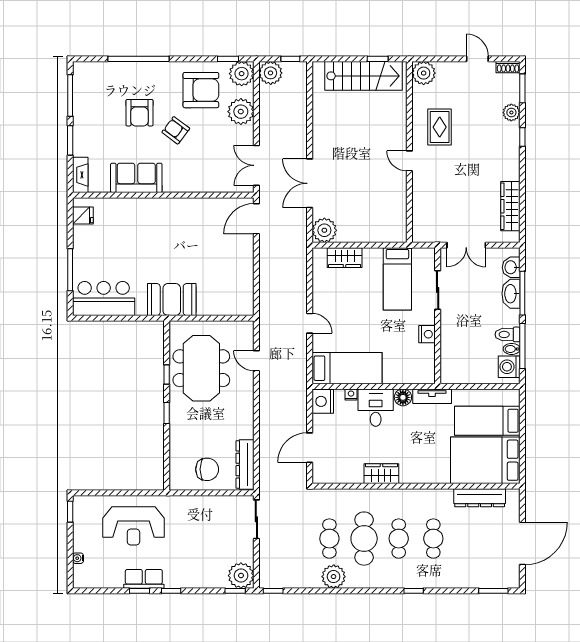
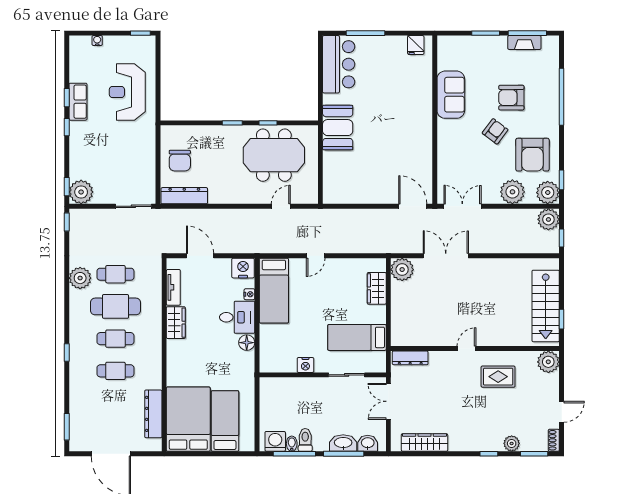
fireplace: (80, 175) -> (524, 43), moved
dresser: (419, 222) -> (410, 358), added
tv unit: (432, 396) -> (173, 287), moved, turned 180

